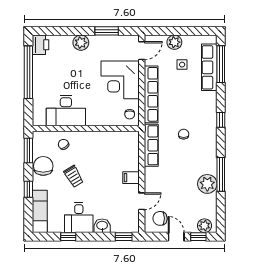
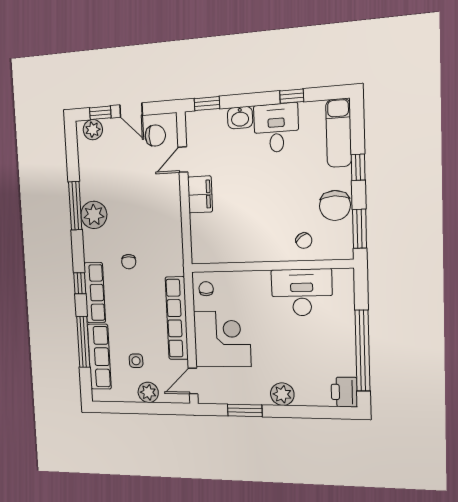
window: (221, 64) -> (83, 342), moved
row of seats: (151, 145) -> (95, 293), moved, turned 180
trolley: (74, 176) -> (286, 192), removed
filing cabinet: (131, 178) -> (200, 194), width x2.00
plant: (207, 184) -> (94, 215), moved

